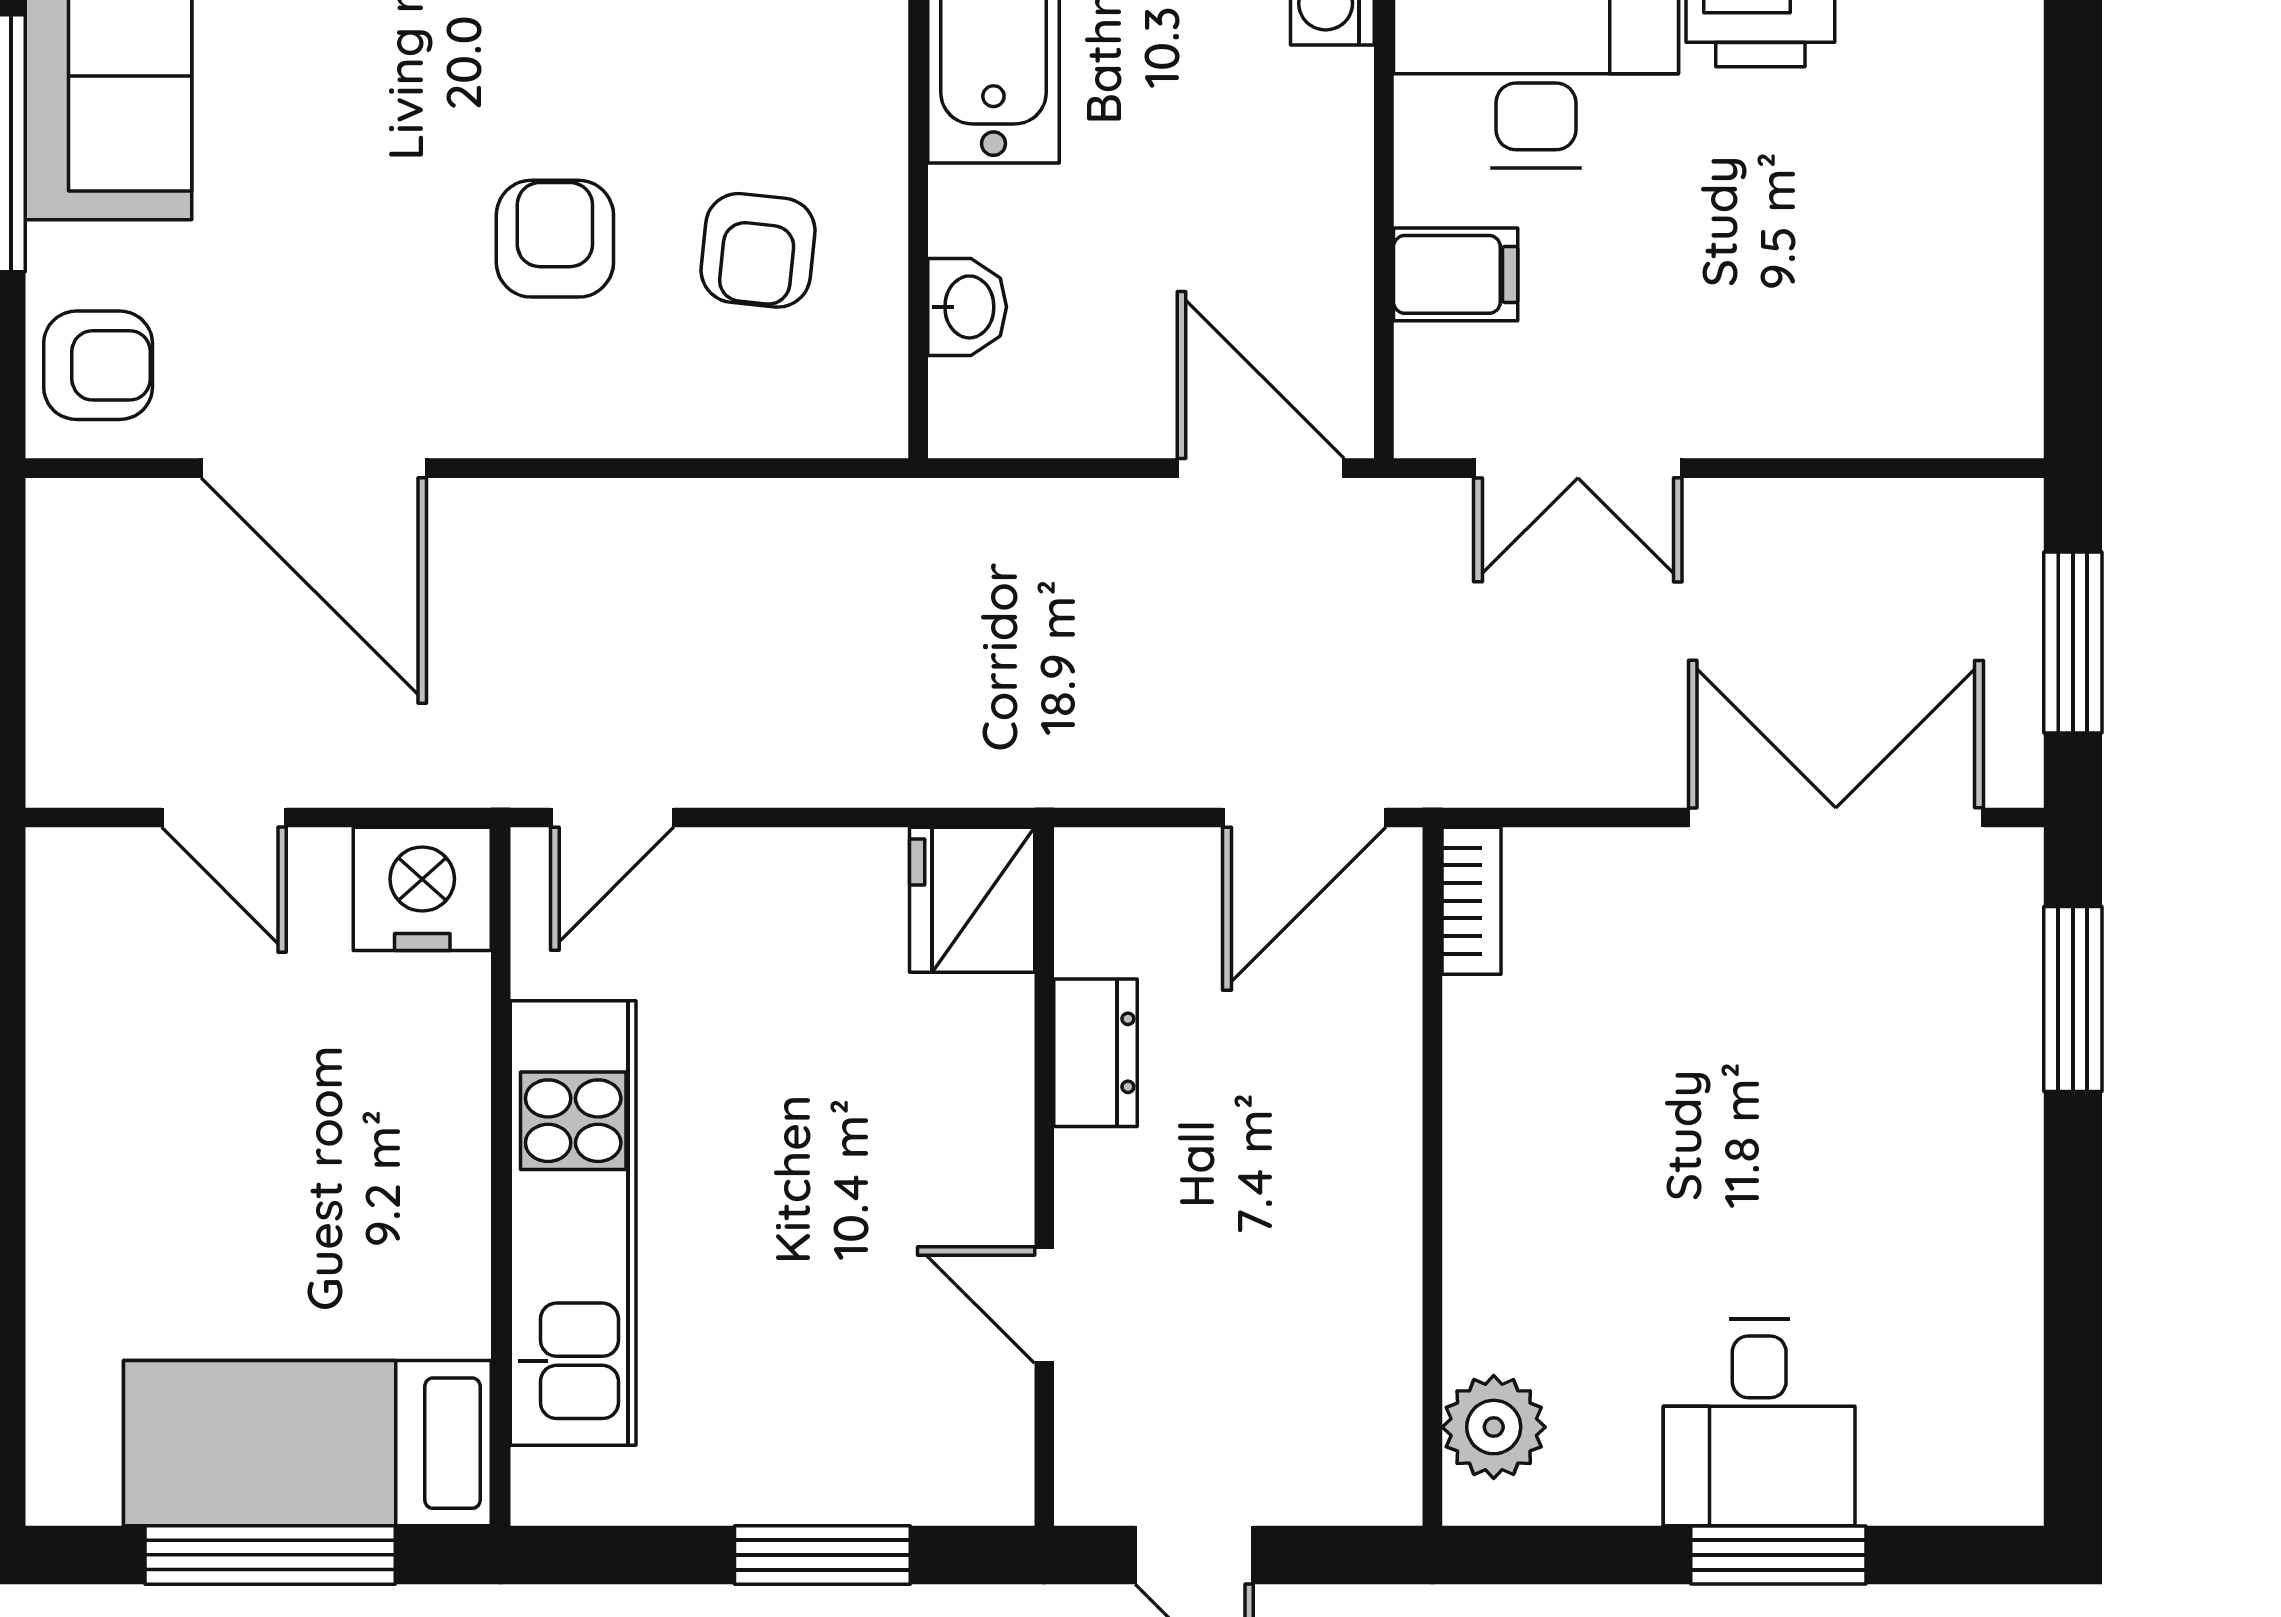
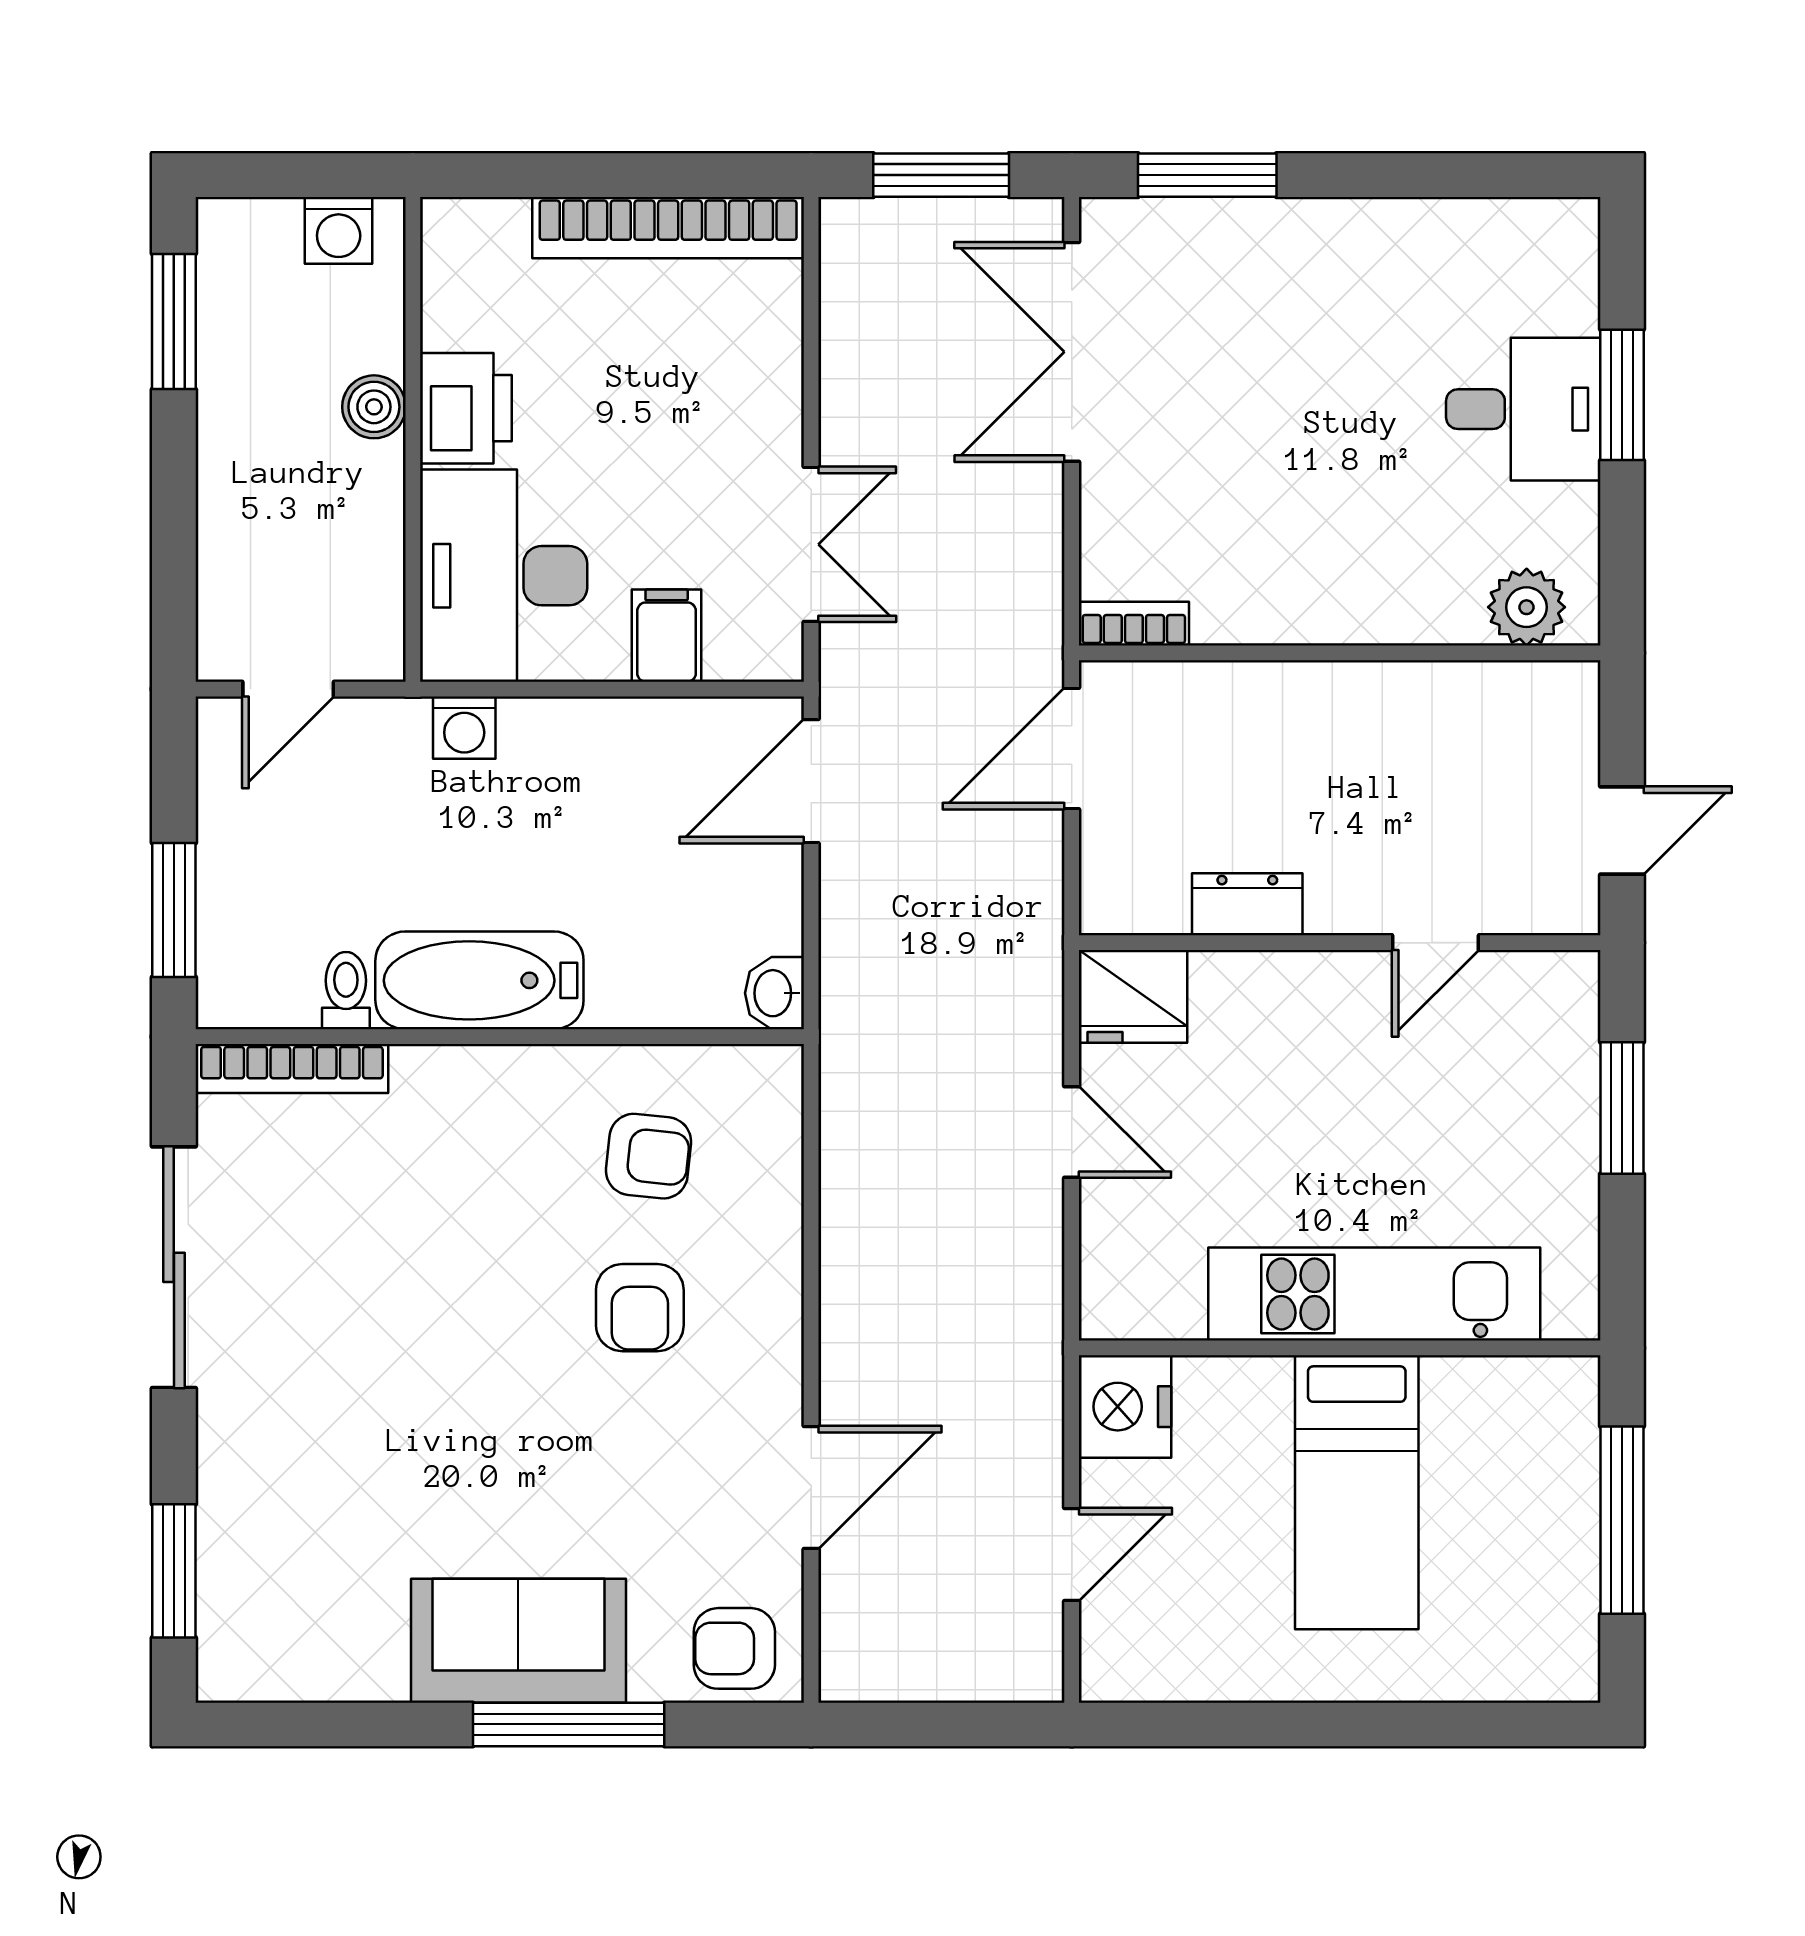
armchair: (555, 239) -> (640, 1308), turned -90
bookcase: (2002, 277) -> (668, 228), added
washbasin: (967, 307) -> (775, 993), moved, turned -90
armchair: (98, 365) -> (734, 1648), turned -90
door: (314, 468) -> (811, 1487), width x0.73
door: (612, 817) -> (1072, 1132), moved
door: (1304, 817) -> (1072, 749), swing flipped
bed: (307, 1443) -> (1357, 1492), moved

